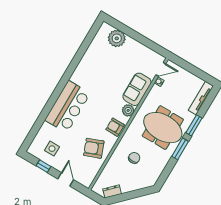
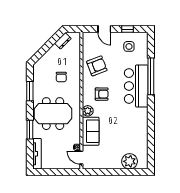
door: (161, 69) -> (81, 158), hinge flipped
window: (48, 108) -> (151, 76), added
armchair: (115, 127) -> (102, 94), moved
window: (180, 149) -> (30, 91), moved

